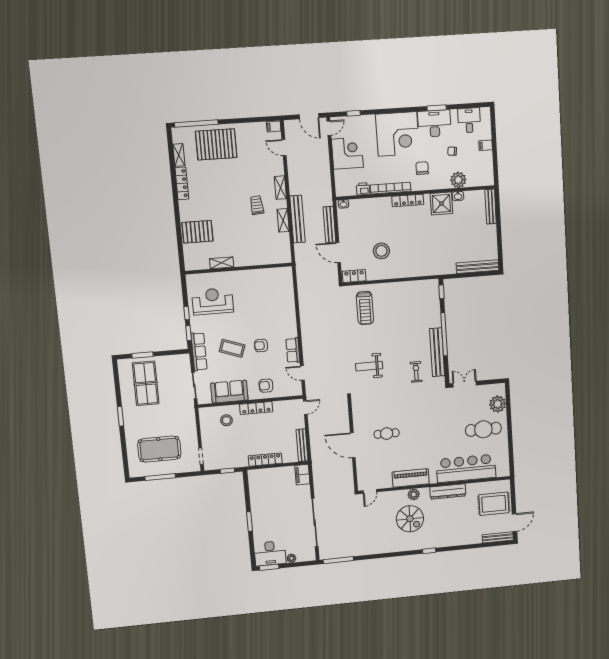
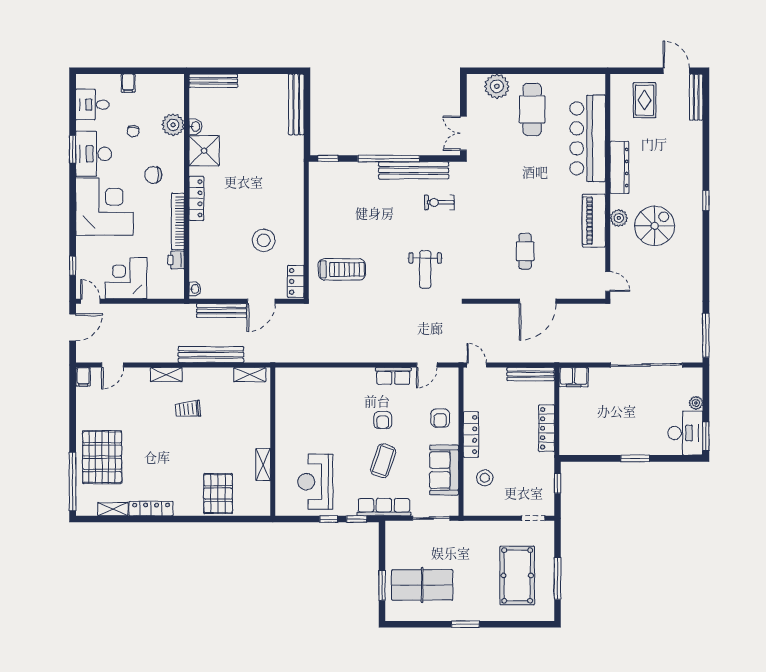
shelving: (283, 220) -> (250, 375), moved
rug: (494, 504) -> (645, 100), width x0.73, depth x0.70

